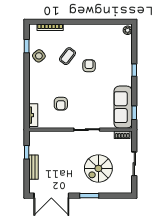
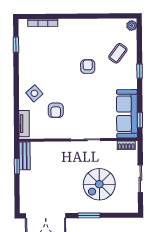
side table: (39, 56) -> (34, 93), moved
coffee table: (67, 56) -> (118, 53), moved
bench: (33, 167) -> (25, 156), moved

